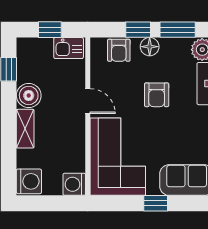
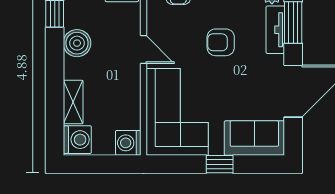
armchair: (157, 95) -> (221, 42), turned 90
shelving: (25, 129) -> (73, 102), moved

